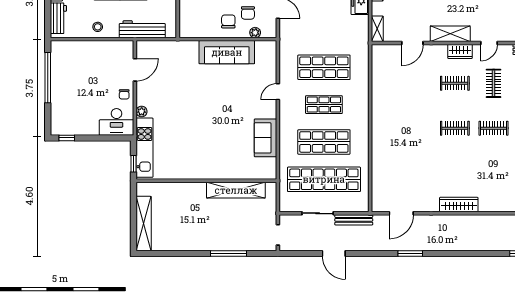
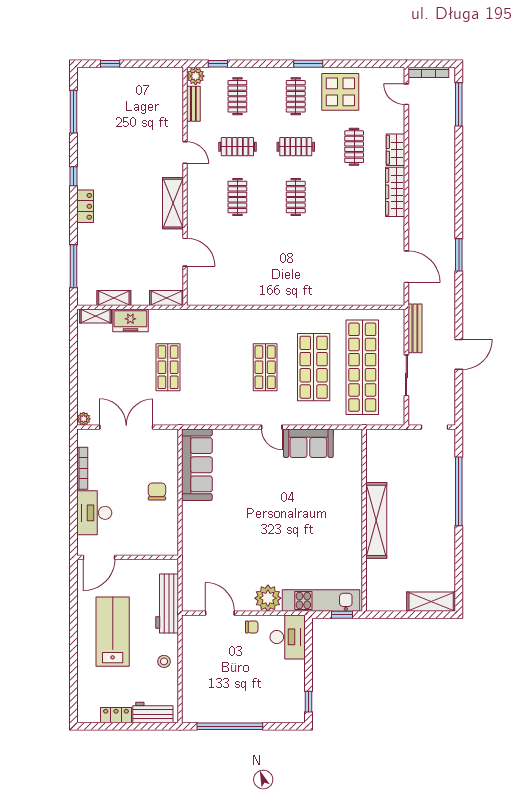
chair: (248, 13) -> (146, 466), removed
chair: (228, 21) -> (157, 491), turned 90
plant: (255, 33) -> (171, 457), removed
wardrobe: (460, 51) -> (396, 150), moved, turned 180
sofa: (227, 52) -> (197, 465), moved
shop shelf: (324, 67) -> (168, 367), moved, width x0.70, depth x0.74
door: (278, 92) -> (272, 427), moved
plant: (142, 111) -> (268, 598), width x1.88, depth x1.88
clothes rail: (494, 128) -> (296, 147), turned 90
clothes rail: (494, 173) -> (354, 147), added
shelving: (236, 190) -> (376, 520), moved
shelving: (144, 224) -> (431, 602), width x0.68
window: (228, 254) -> (459, 491), width x1.46

